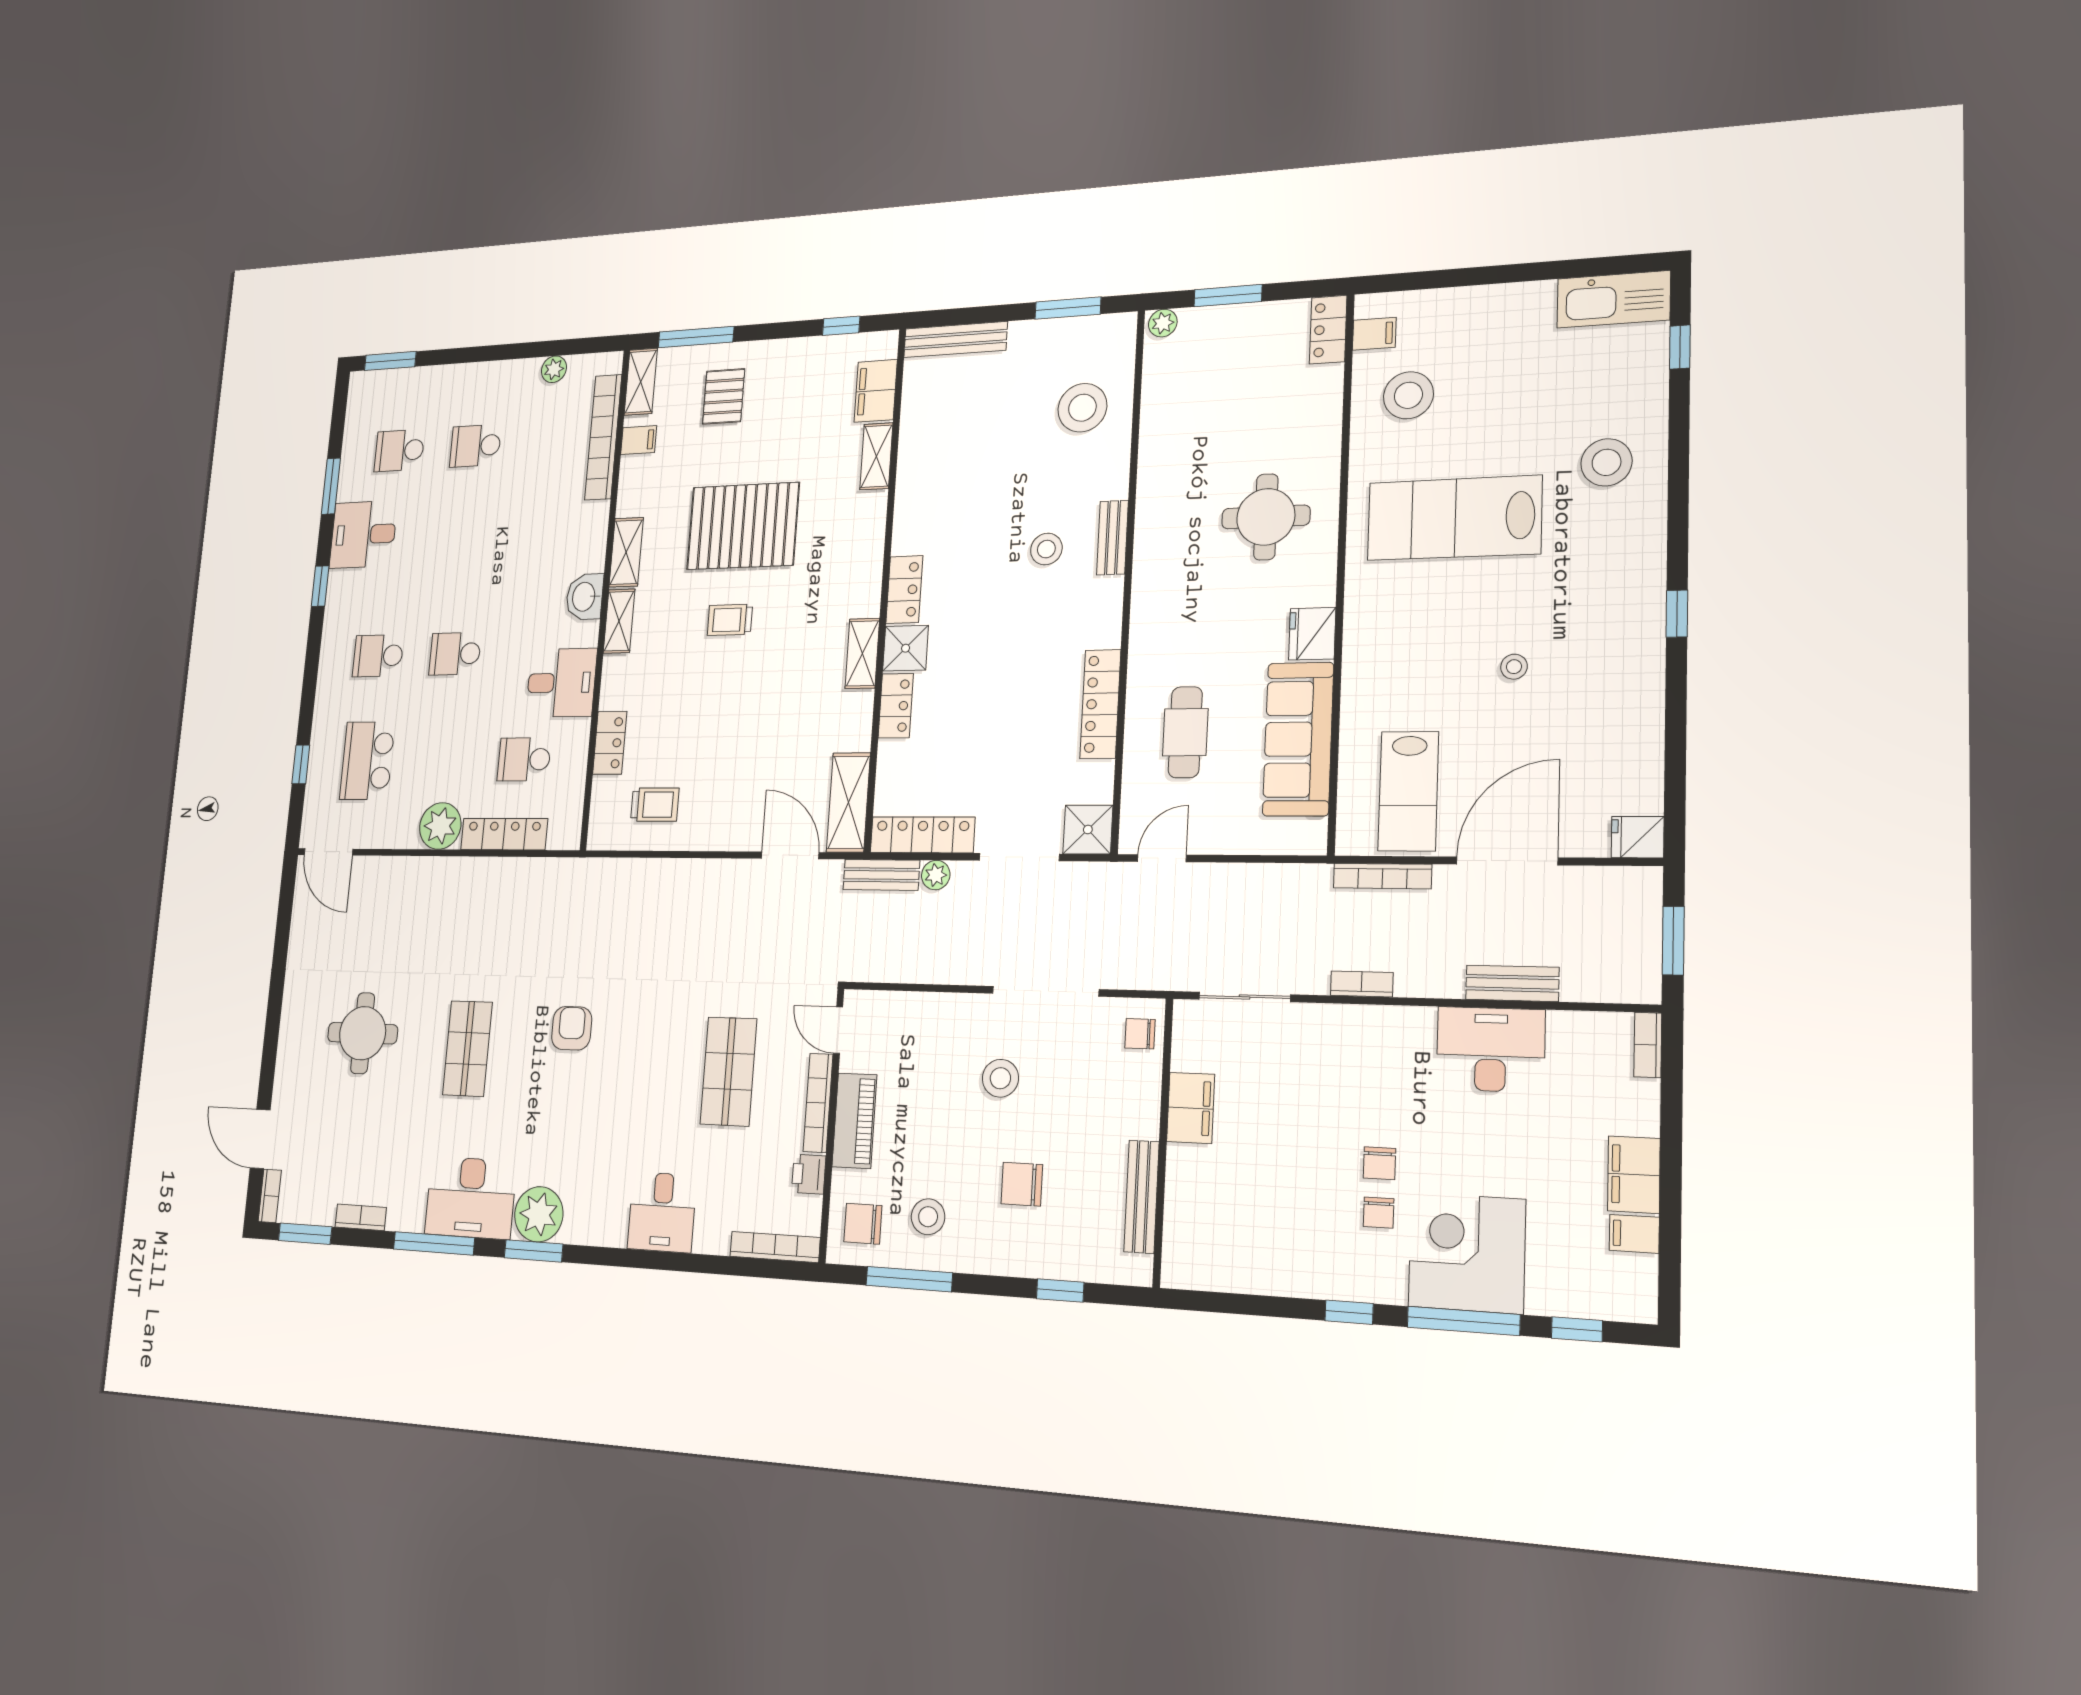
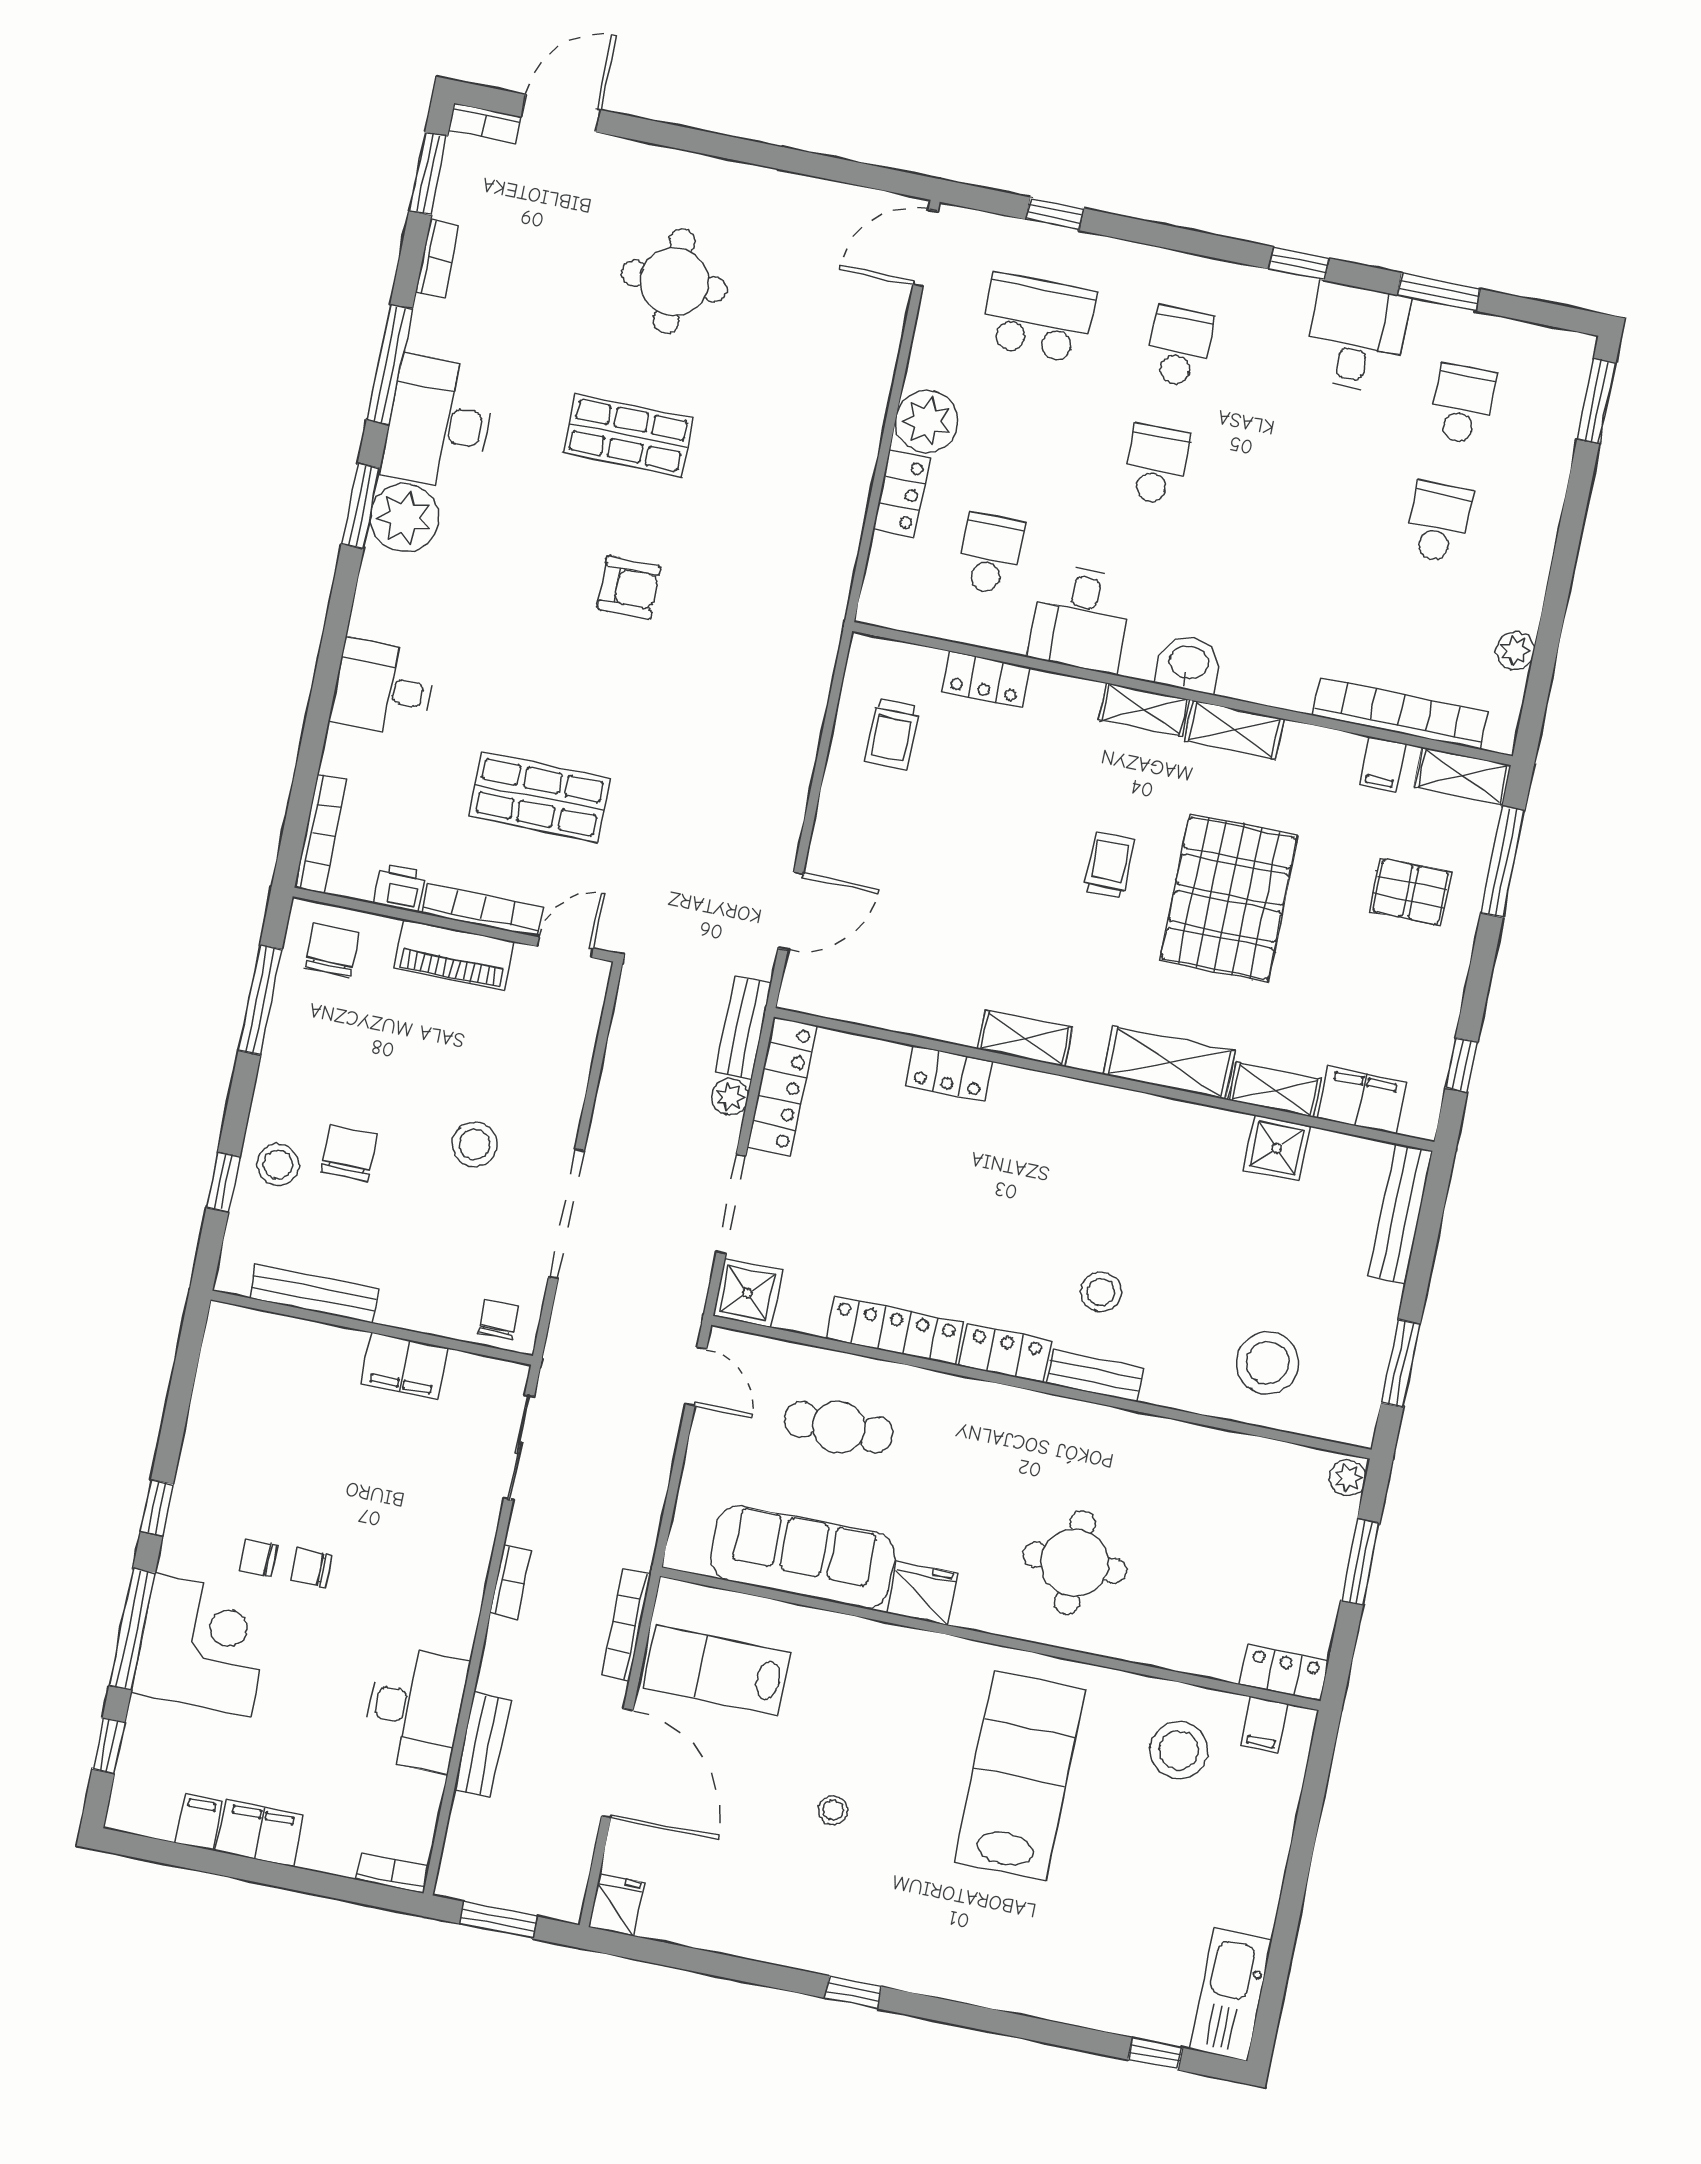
stool: (1607, 462) -> (1043, 1952), removed
locker: (904, 590) -> (1005, 1353), moved, turned 180
shower: (906, 648) -> (1277, 1148), moved
shelving: (848, 802) -> (1169, 1063), moved
locker: (504, 834) -> (901, 494), width x0.66
stool: (928, 1217) -> (278, 1164), moved

